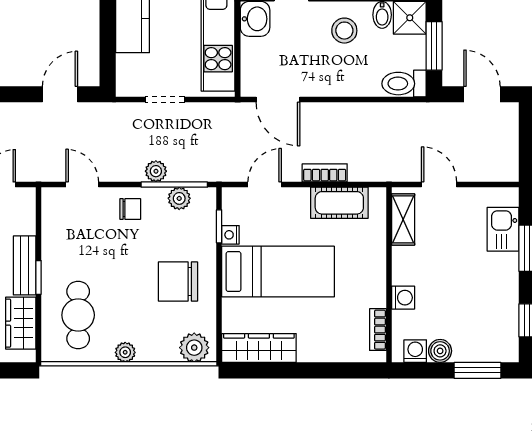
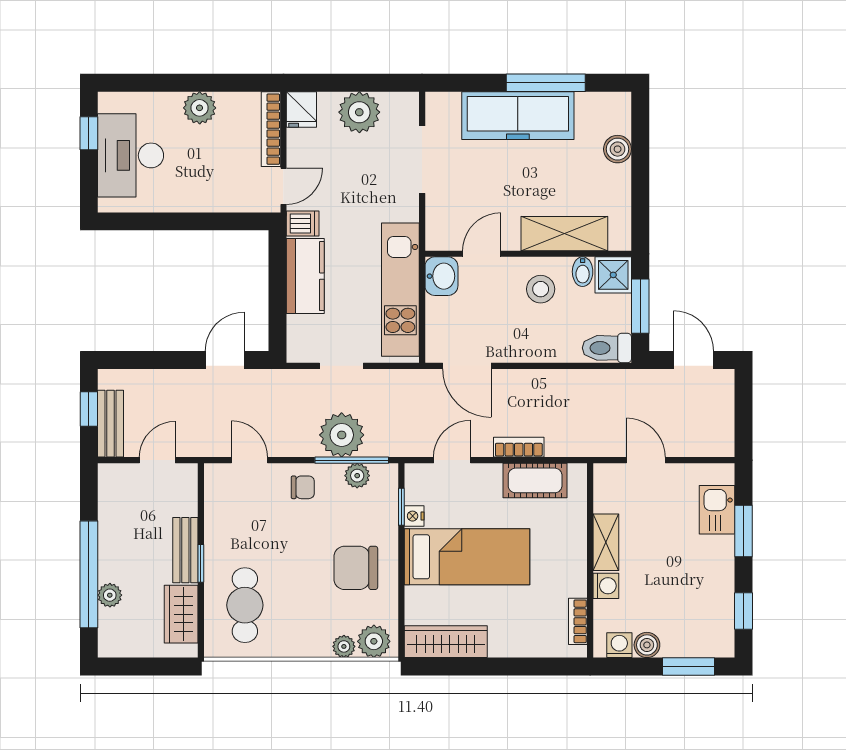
plant: (156, 171) -> (342, 435), width x1.87, depth x1.87
shelving: (403, 219) -> (606, 542), moved
plant: (125, 352) -> (344, 646), moved

